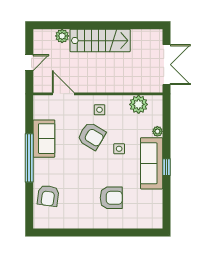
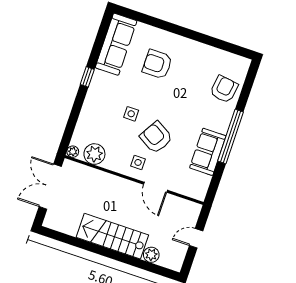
door: (63, 94) -> (155, 187), moved
plant: (157, 131) -> (73, 152), moved
sofa: (152, 163) -> (116, 44), moved

